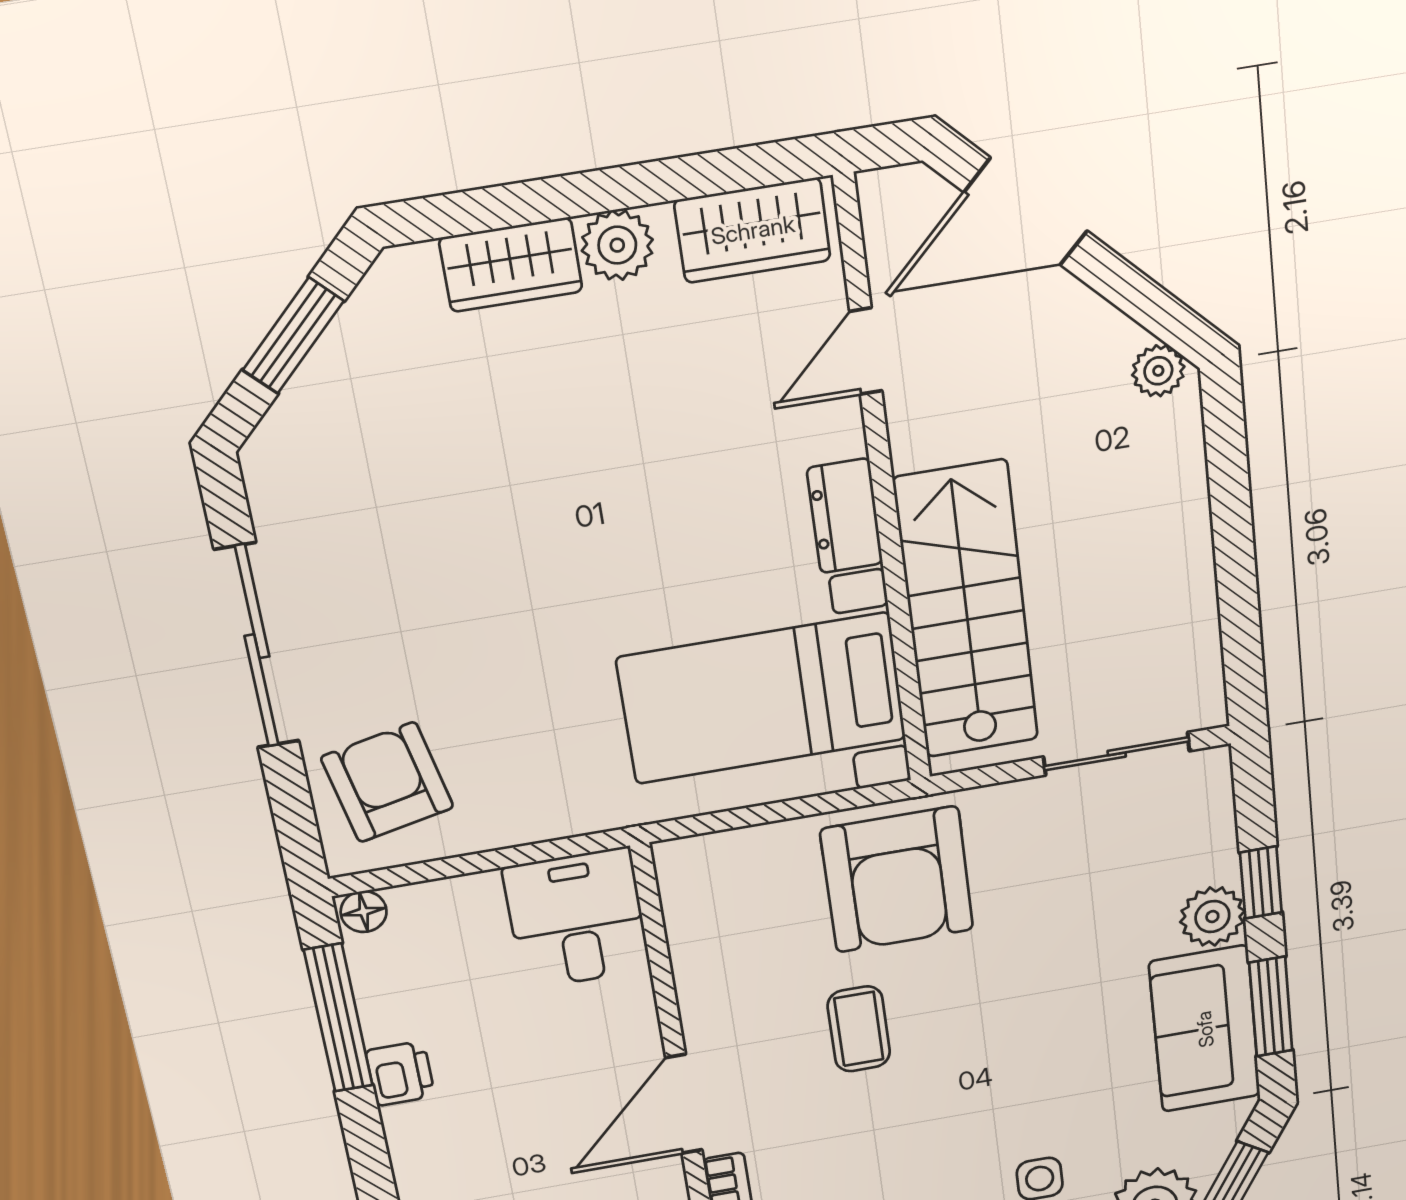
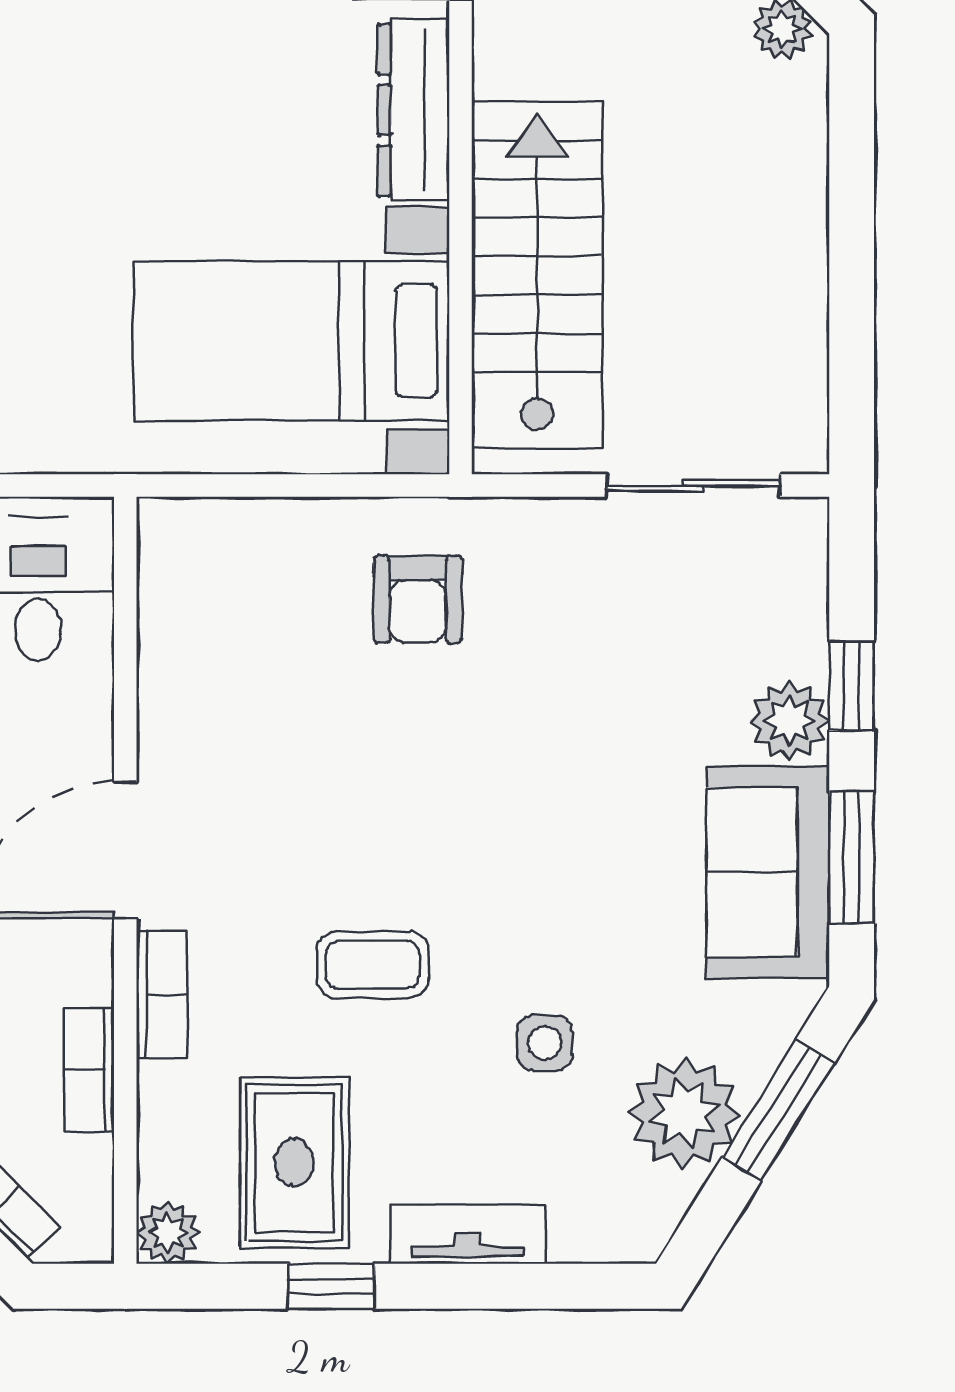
dresser: (845, 516) -> (414, 110), width x1.44
armchair: (897, 880) -> (418, 599), width x0.53, depth x0.53
coffee table: (859, 1029) -> (373, 965), moved, turned 90

